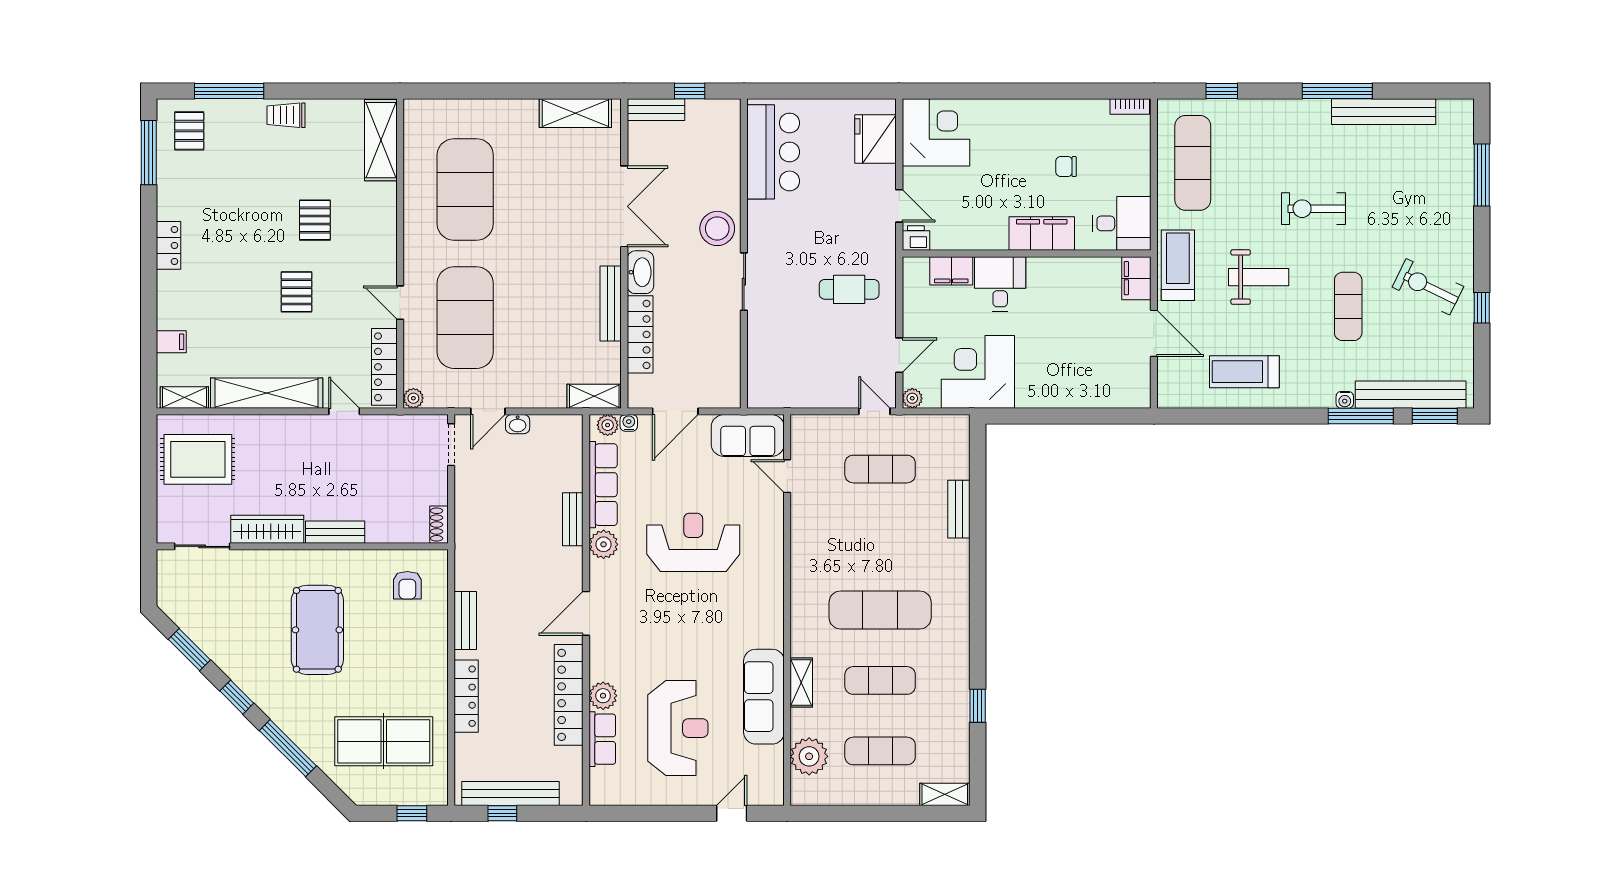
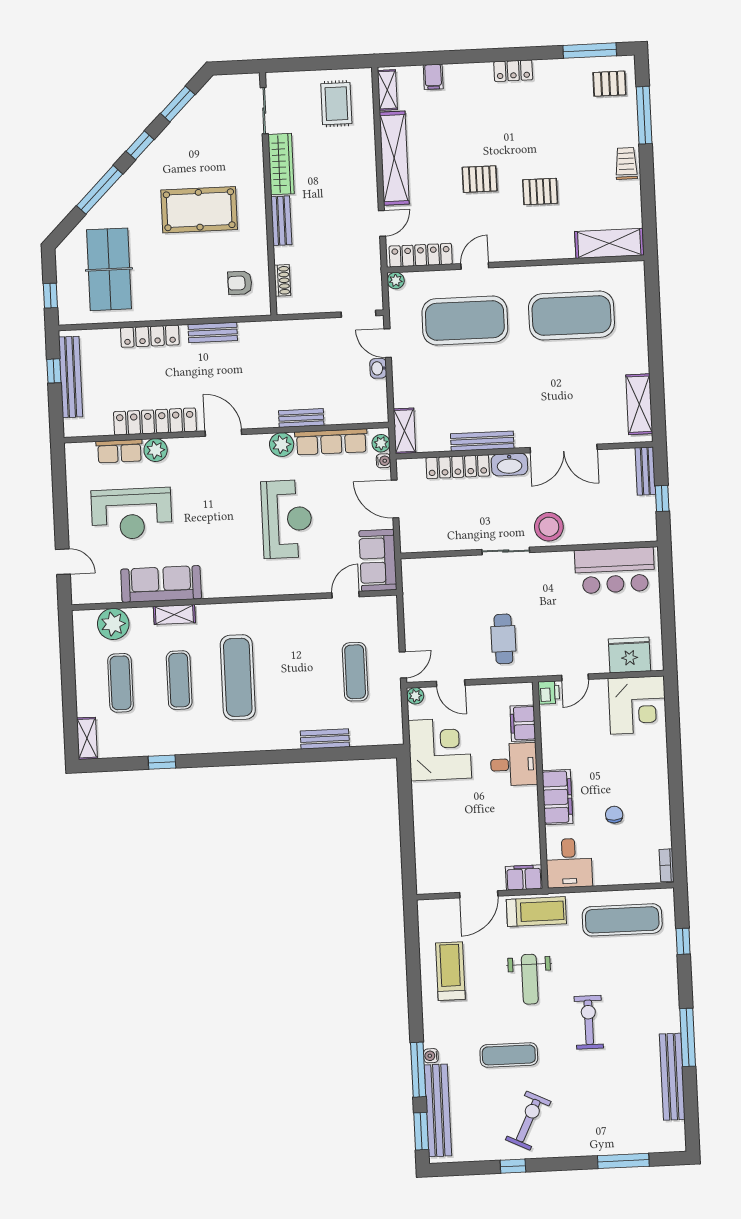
rug: (198, 459) -> (336, 104), width x0.73, depth x0.70
shoe rack: (439, 525) -> (282, 280), moved, turned 90

